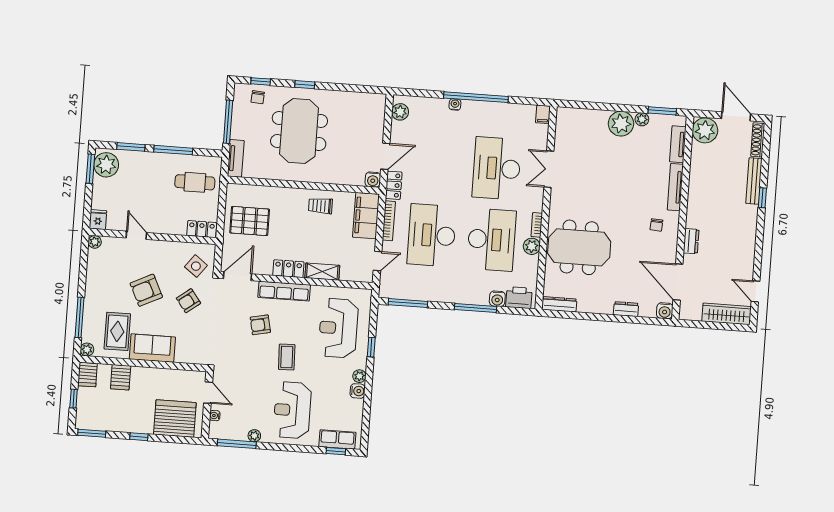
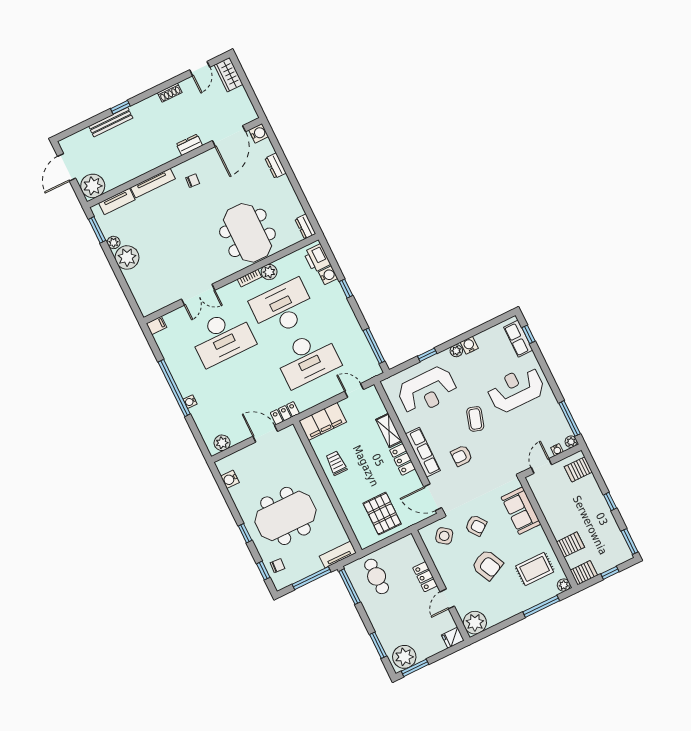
shoe rack: (758, 140) -> (170, 93), moved, width x0.70
window: (173, 150) -> (350, 587), moved
water cooler: (373, 180) -> (230, 479), moved, turned 180
trolley: (320, 206) -> (336, 463), turned 180
bookcase: (389, 221) -> (316, 400), removed
locker: (202, 229) -> (425, 577), moved
plant: (95, 242) -> (475, 623), width x1.88, depth x1.88
dresser: (559, 304) -> (305, 227), width x0.70
window: (475, 308) -> (346, 289), width x0.46
wardrobe: (727, 314) -> (229, 75), width x0.67
armchair: (260, 325) -> (462, 456), turned 102
sofa: (152, 348) -> (521, 511), moved
coffee table: (287, 357) -> (475, 419), turned -71
reception desk: (292, 410) -> (516, 389), turned 180
server rack: (175, 419) -> (578, 469), width x0.46, depth x0.70
plant: (254, 436) -> (571, 442), moved

